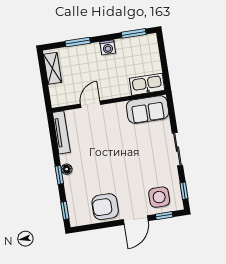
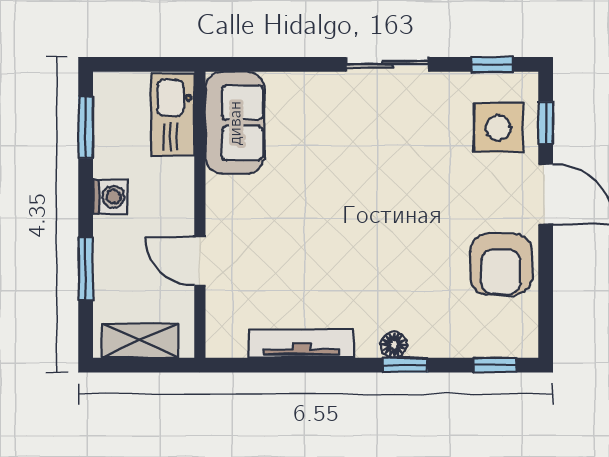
kitchen sink: (147, 84) -> (173, 114), moved
wall: (109, 101) -> (200, 215), moved
door: (90, 104) -> (200, 261), moved
sofa: (148, 109) -> (235, 123), moved

